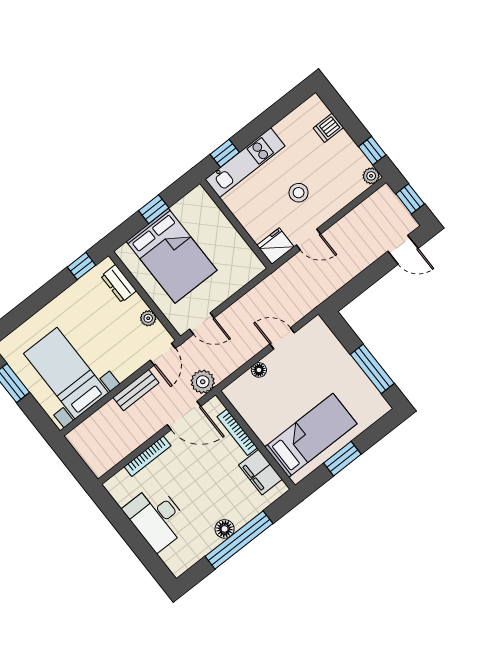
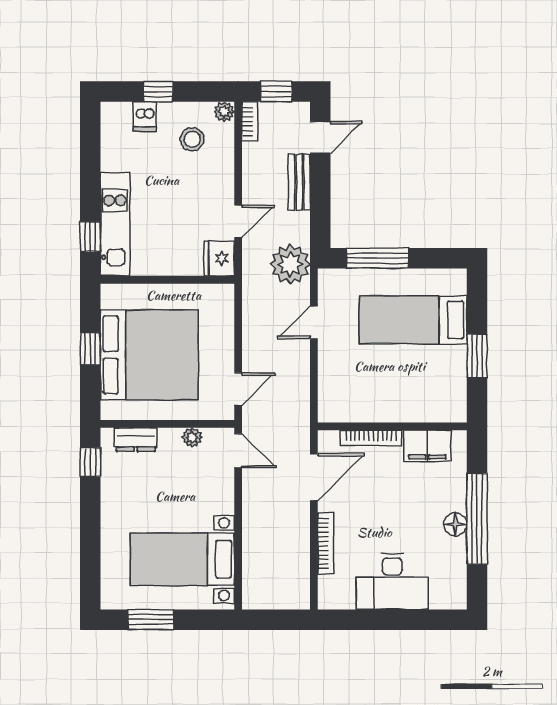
window: (372, 151) -> (158, 91), moved
stool: (299, 193) -> (192, 139), moved
bookcase: (378, 197) -> (250, 121), added
bed: (172, 256) -> (149, 355), width x1.36
window: (372, 369) -> (377, 258), moved
floor lamp: (259, 370) -> (327, 369), removed
plant: (203, 382) -> (290, 264), moved, width x1.36, depth x1.36
bench: (136, 390) -> (299, 182), moved
bed: (311, 435) -> (413, 320), moved, turned -90

